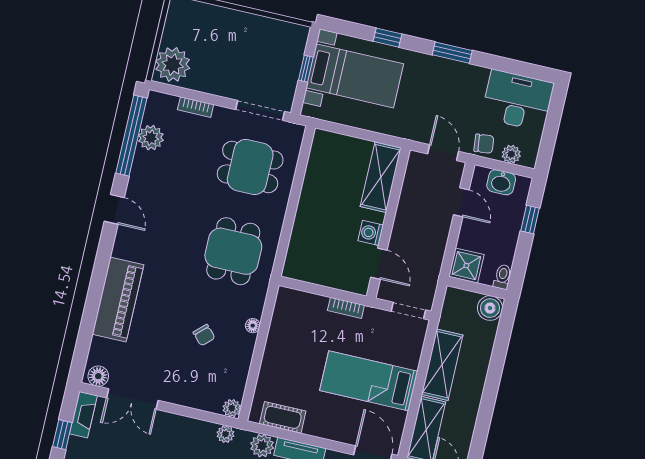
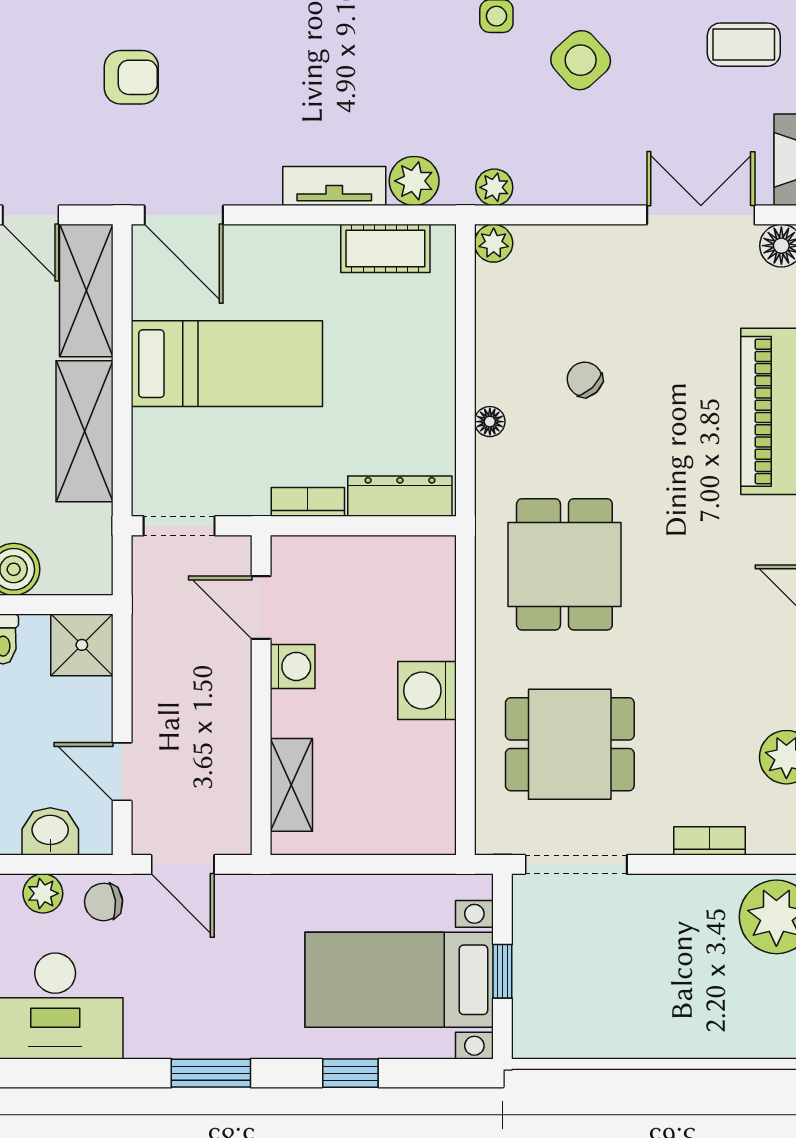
shelving: (381, 177) -> (291, 785), width x0.67, depth x0.75
washing machine: (311, 207) -> (427, 690), added
dresser: (302, 301) -> (400, 496), added

